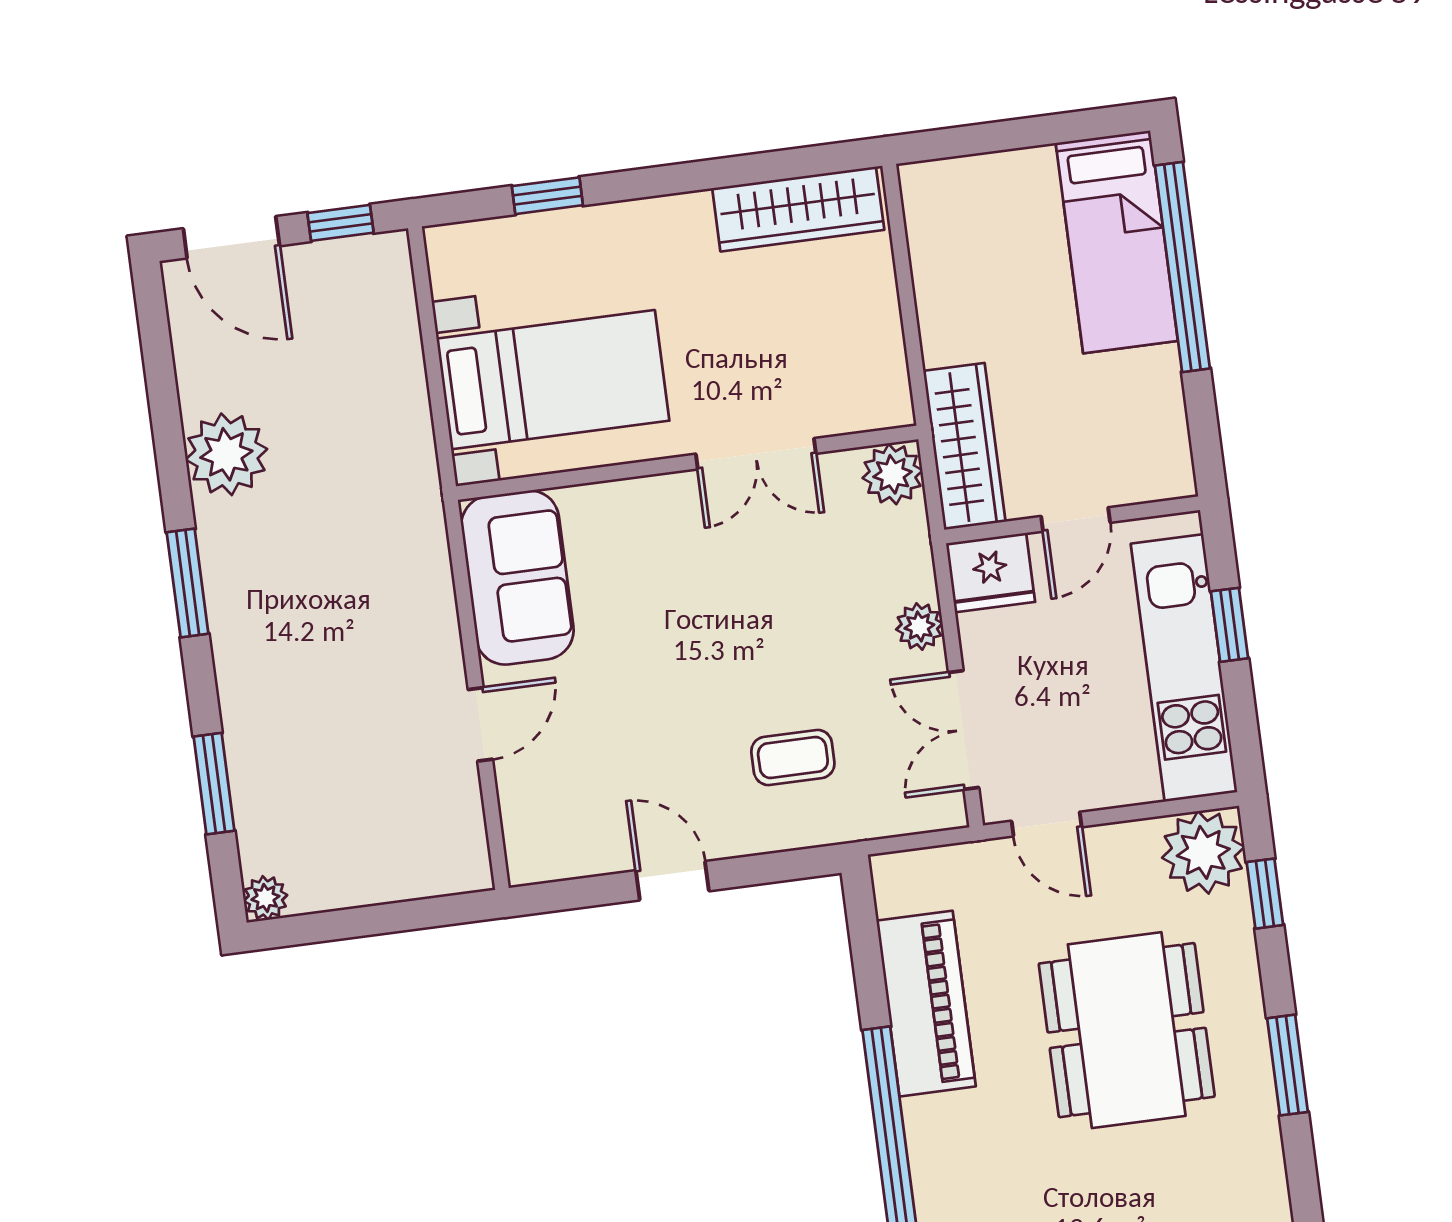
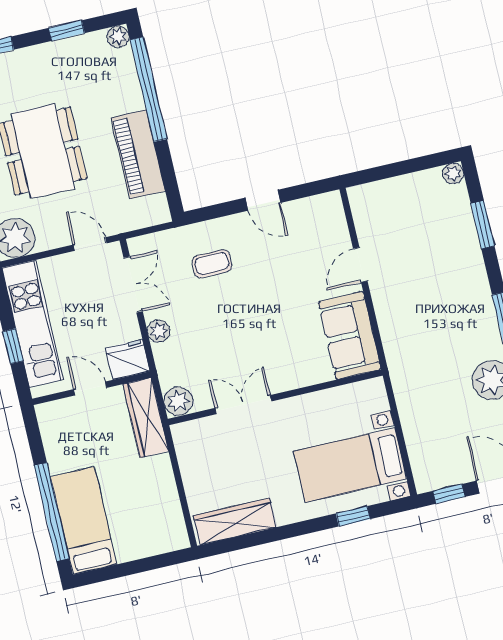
bed with nightstands: (553, 380) -> (350, 465), moved
door: (1076, 519) -> (90, 388), hinge flipped

